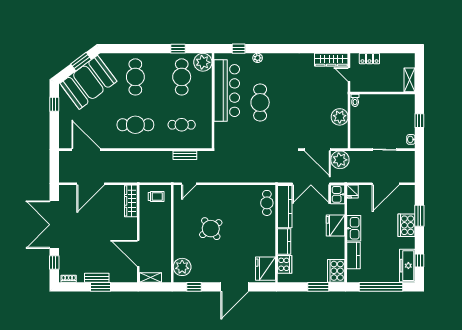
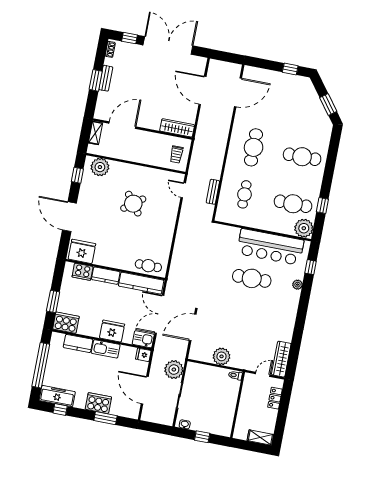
shelving: (409, 80) -> (260, 438), moved
booth: (88, 82) -> (306, 108), removed
plant: (340, 160) -> (174, 370), moved

